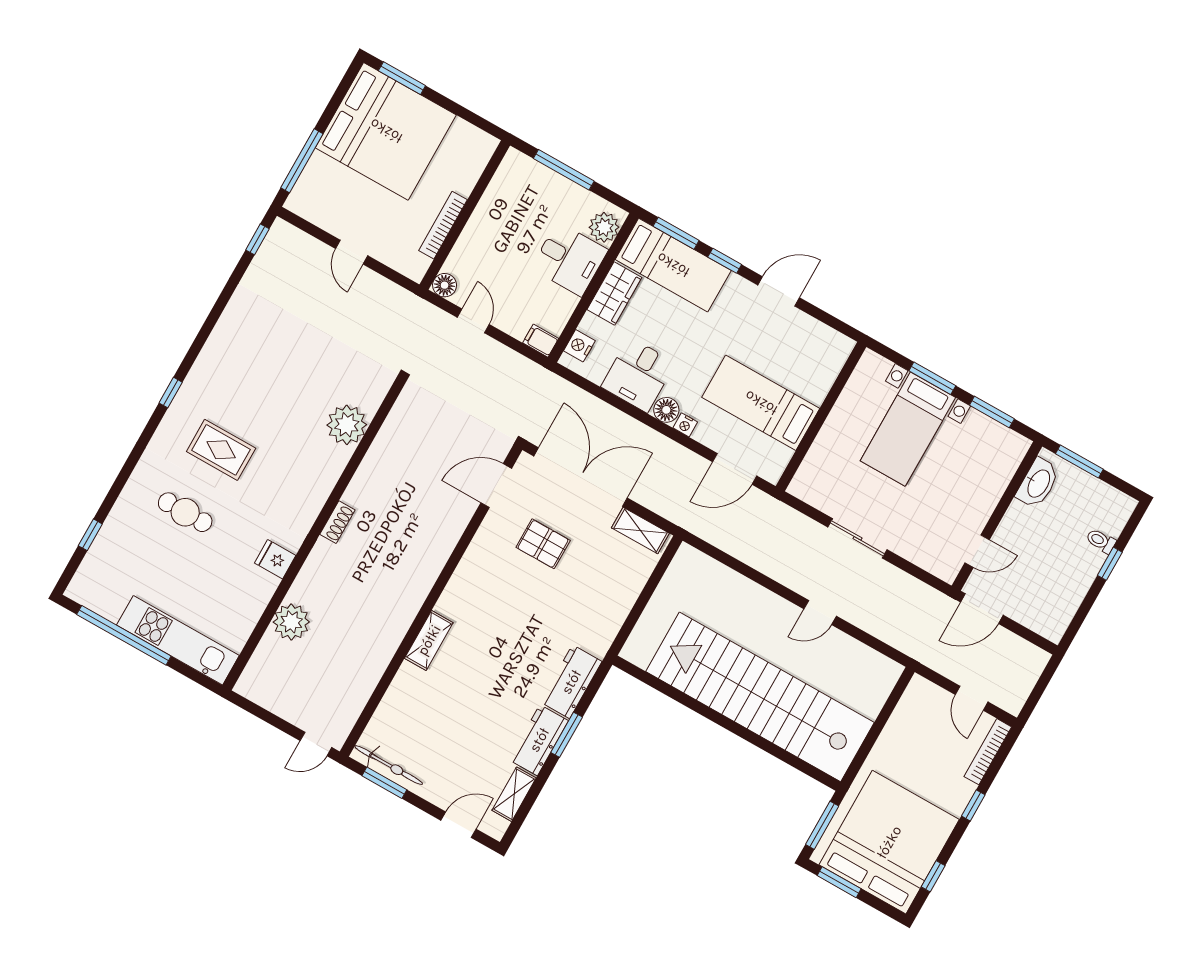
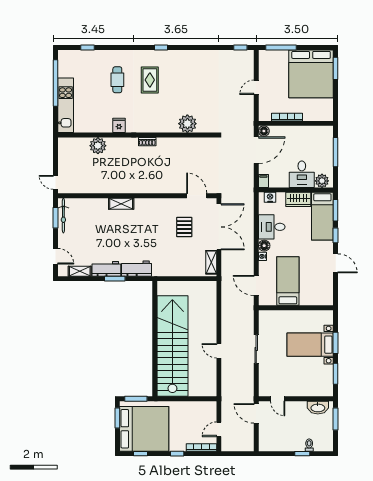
door: (473, 321) -> (256, 150), width x1.88

